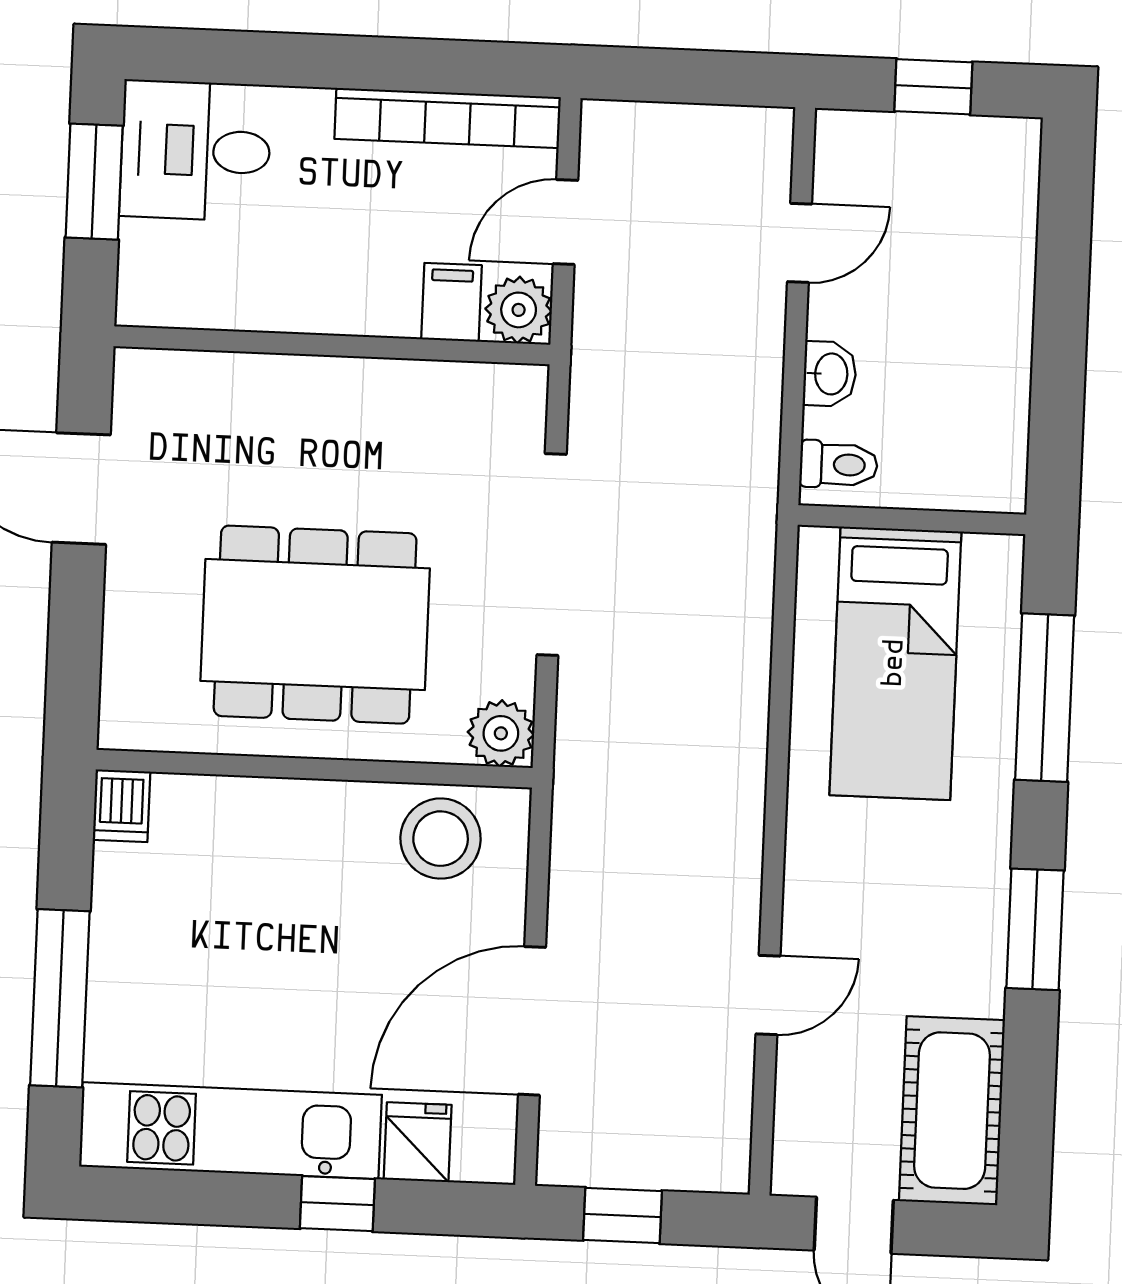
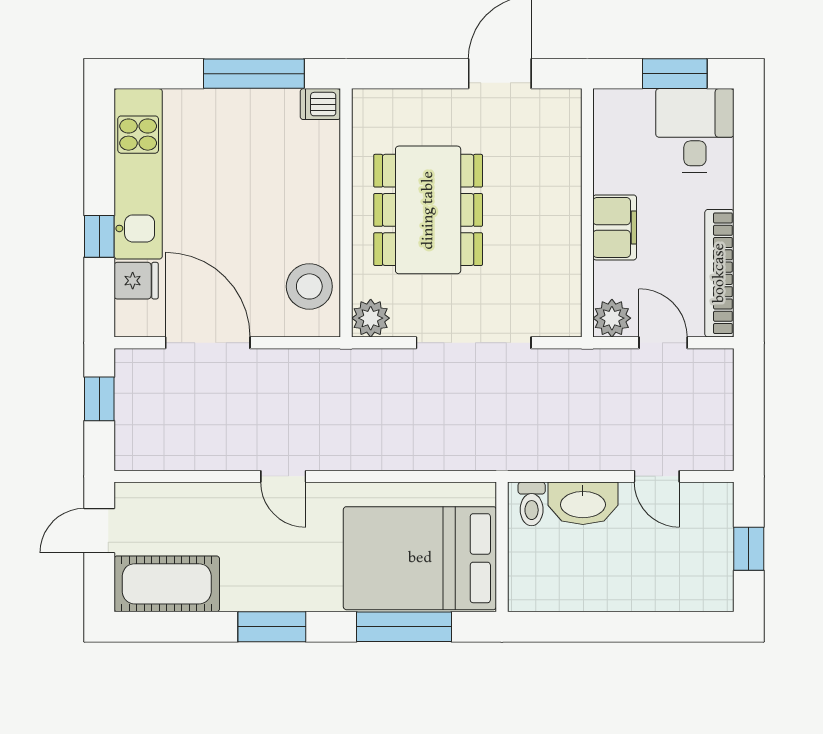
filing cabinet: (452, 302) -> (615, 227), moved, width x2.00
washbasin: (830, 374) -> (583, 503), width x1.91, depth x1.45
bed: (895, 663) -> (420, 558), width x1.50
door: (768, 995) -> (283, 476), moved
window: (60, 998) -> (254, 74), moved

